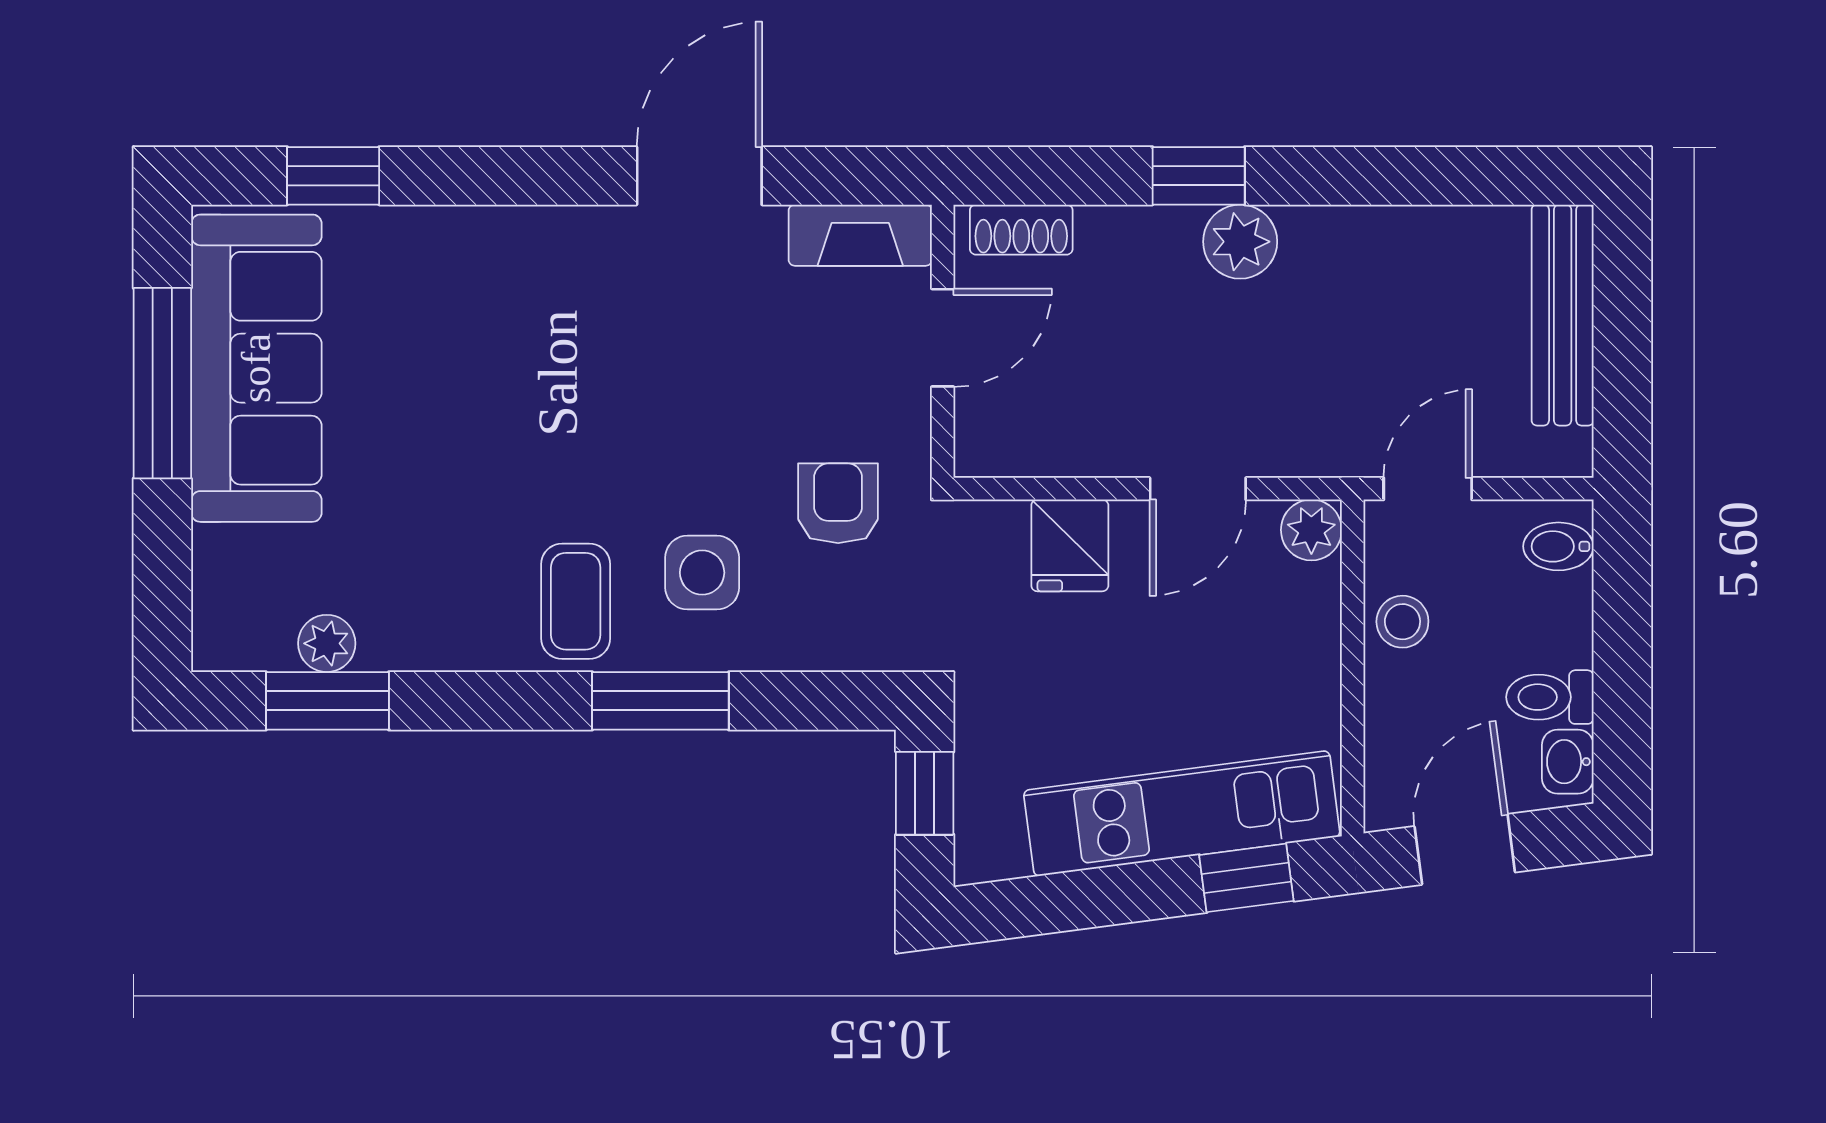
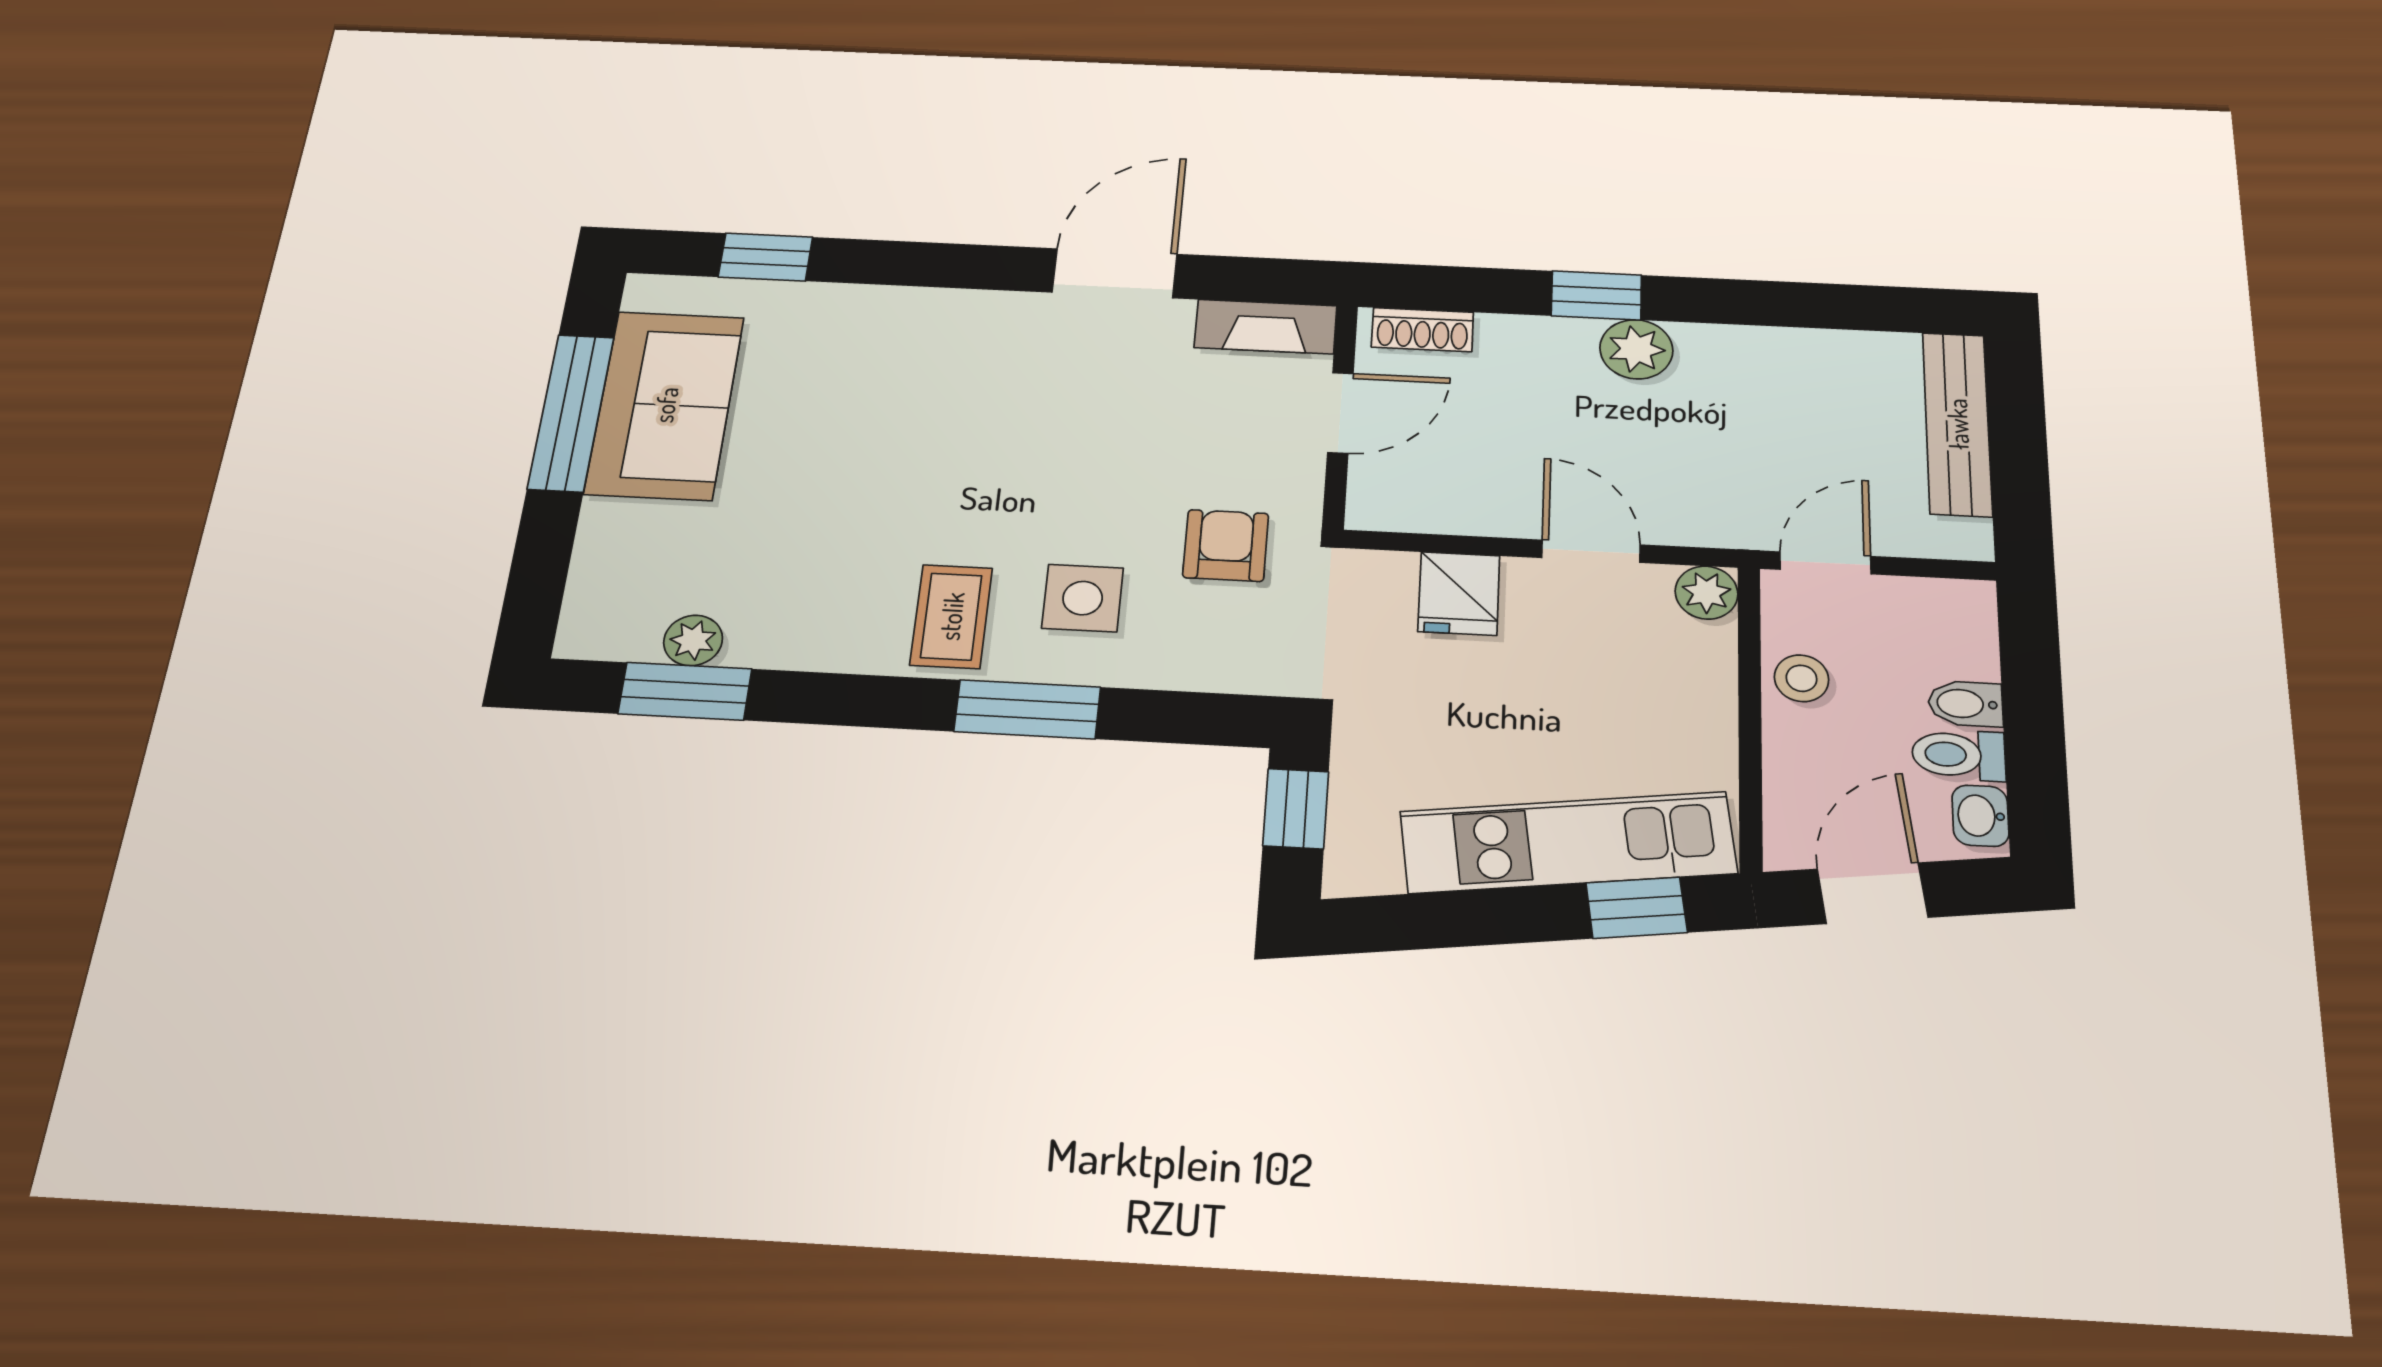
sofa: (256, 368) -> (665, 405), width x0.73
door: (1198, 489) -> (1591, 551), swing flipped
bidet: (1558, 546) -> (1965, 704), moved

